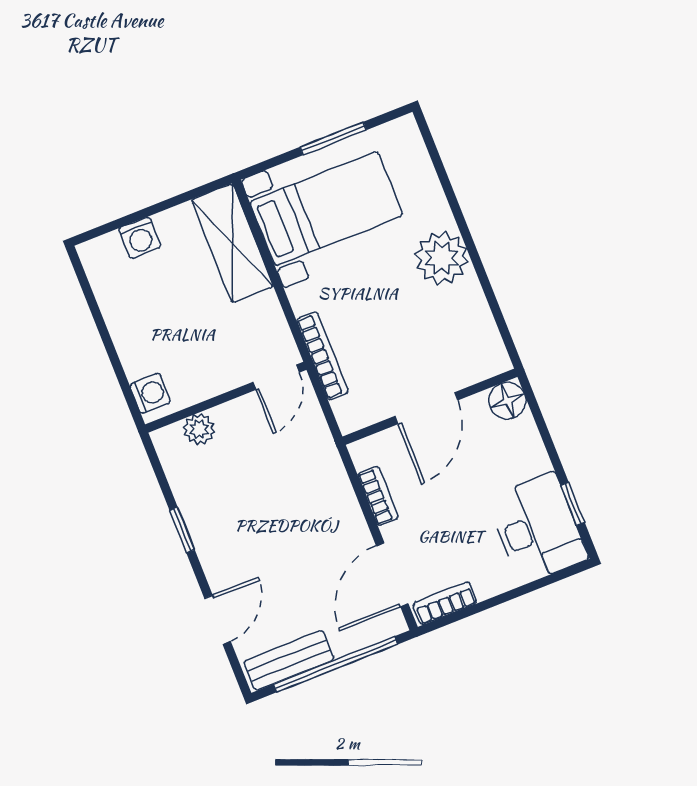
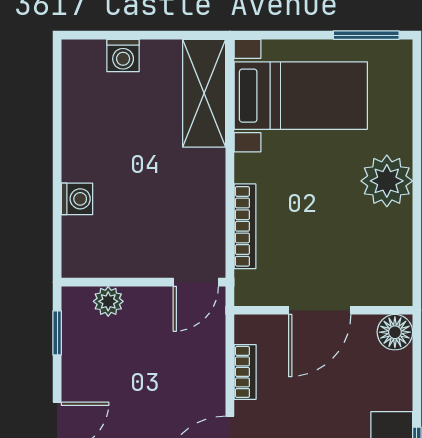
window: (333, 138) -> (366, 35), moved
door: (276, 377) -> (196, 282), moved
wall: (226, 397) -> (143, 282), moved
plant: (199, 429) -> (108, 301), moved

